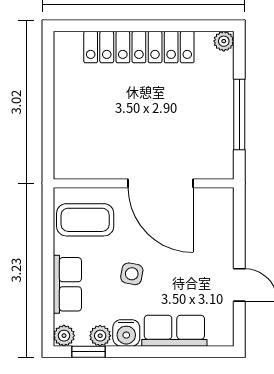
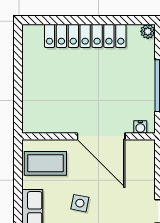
water cooler: (214, 171) -> (140, 127), added

